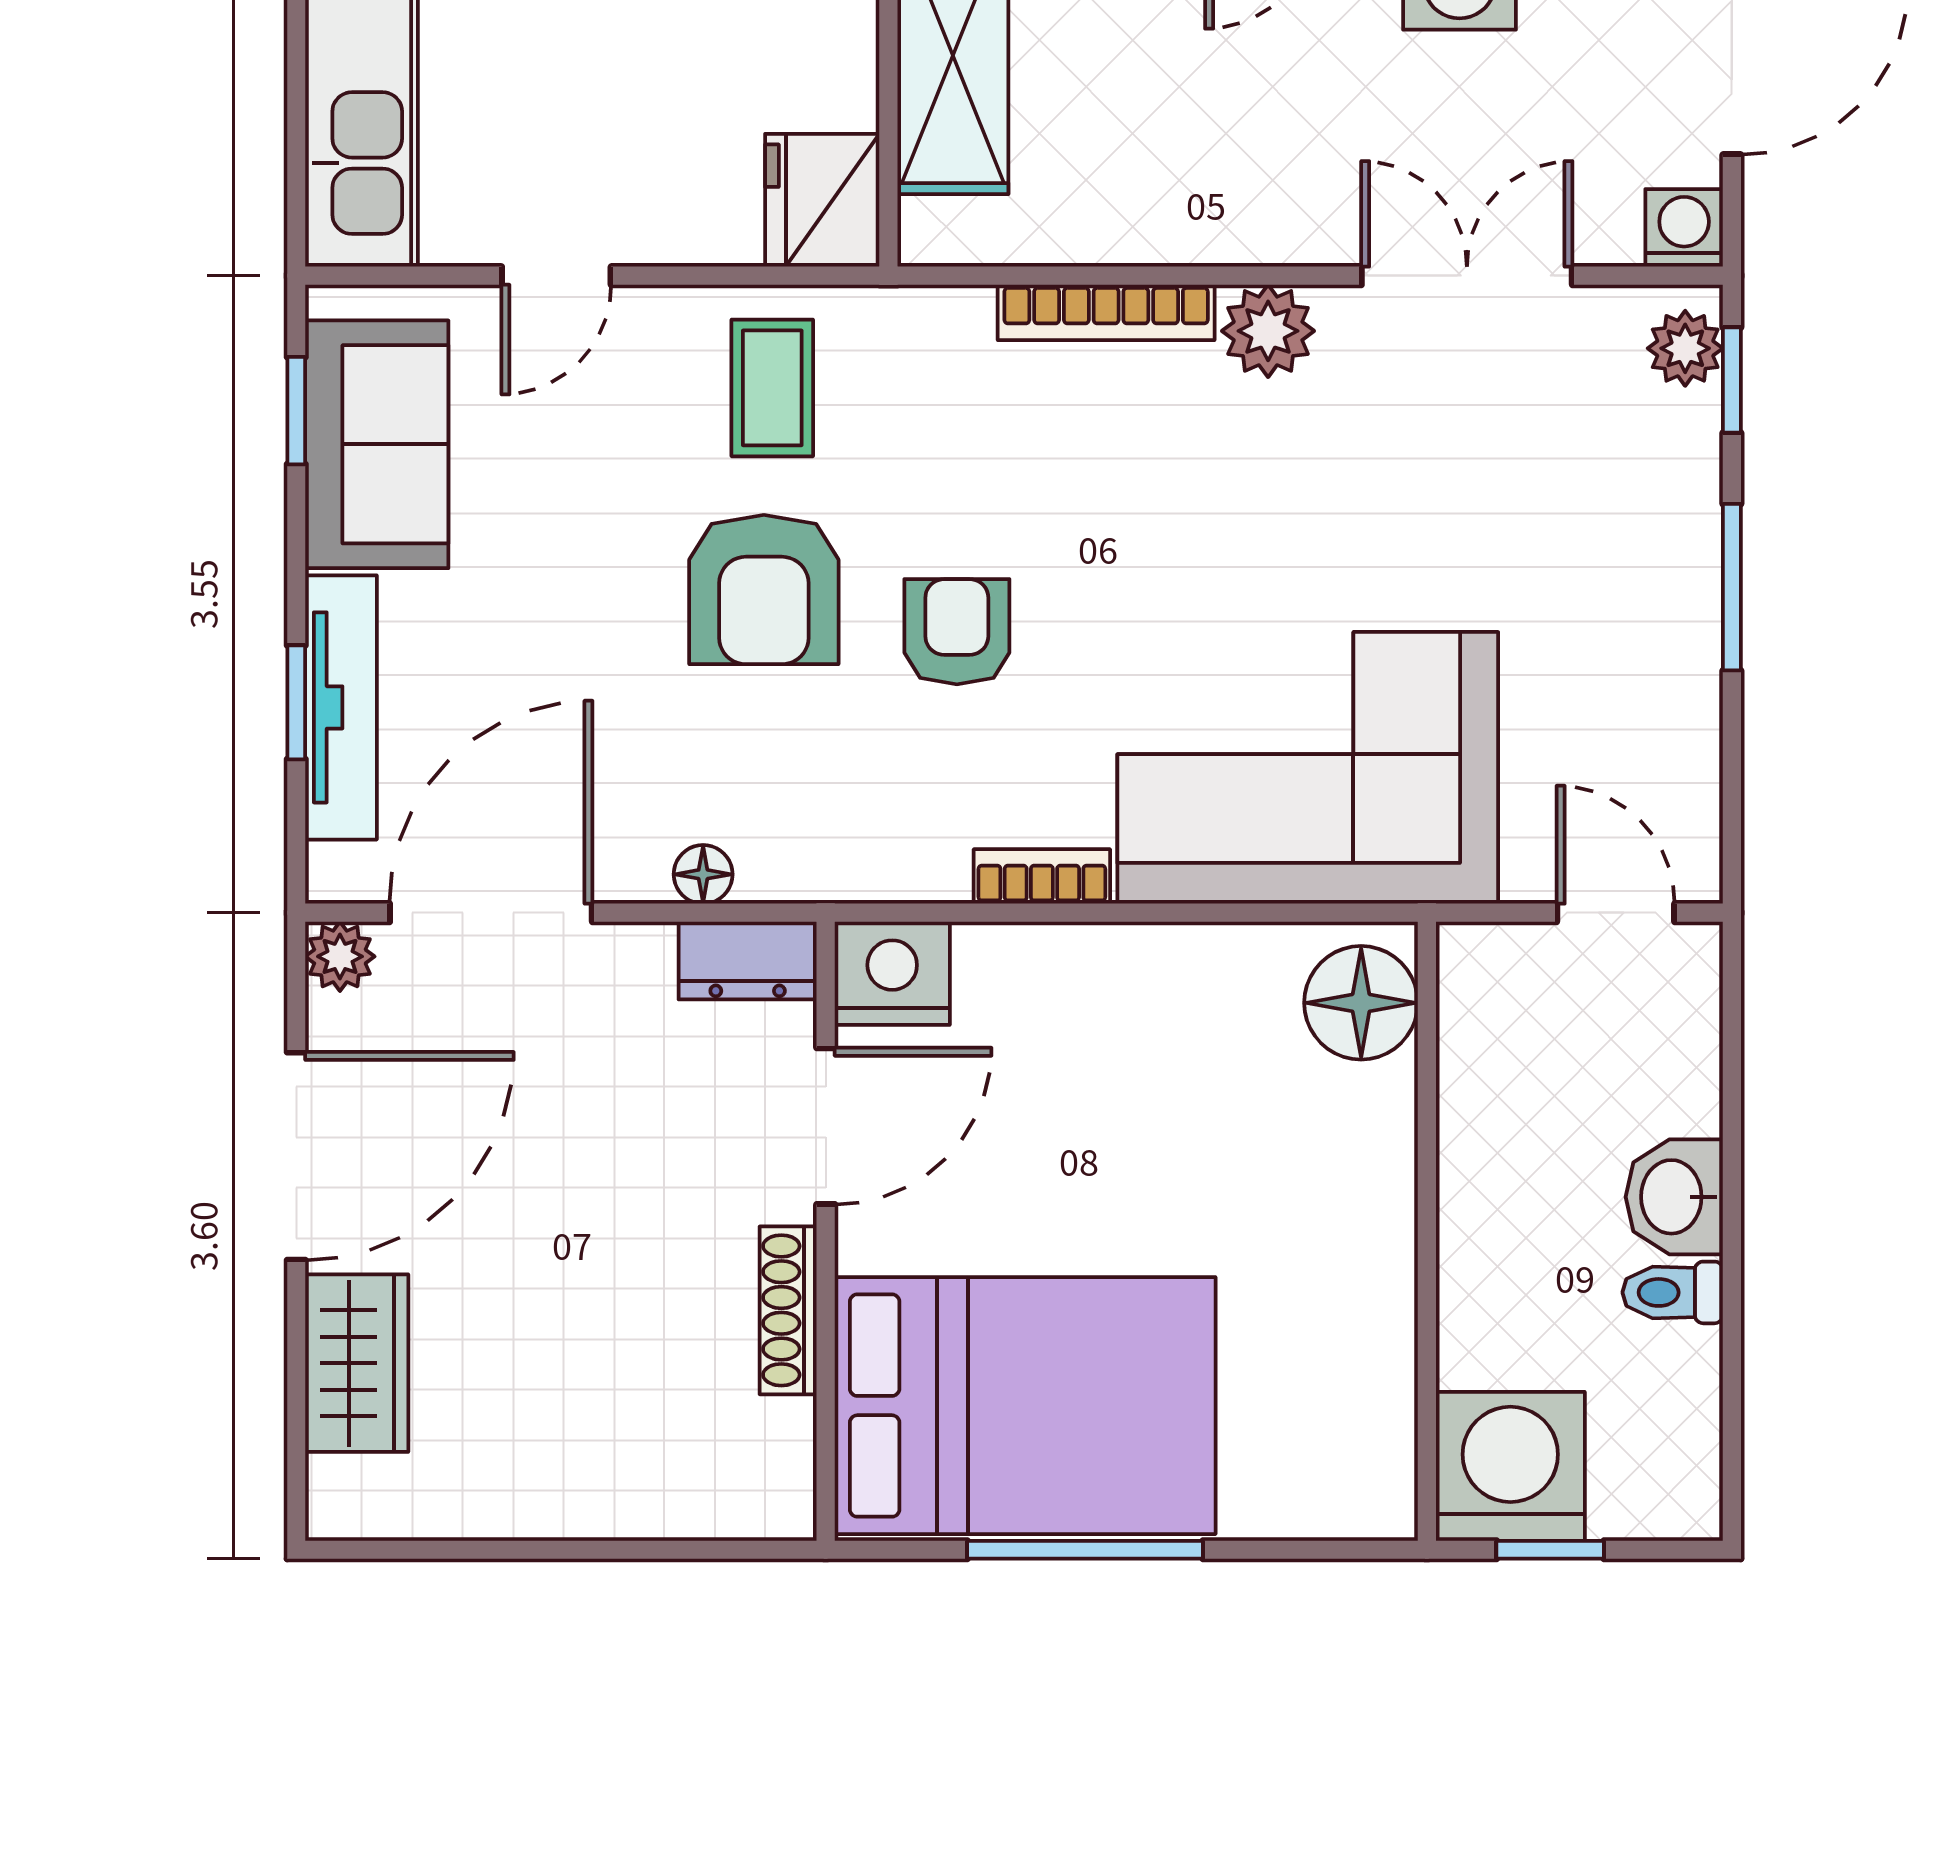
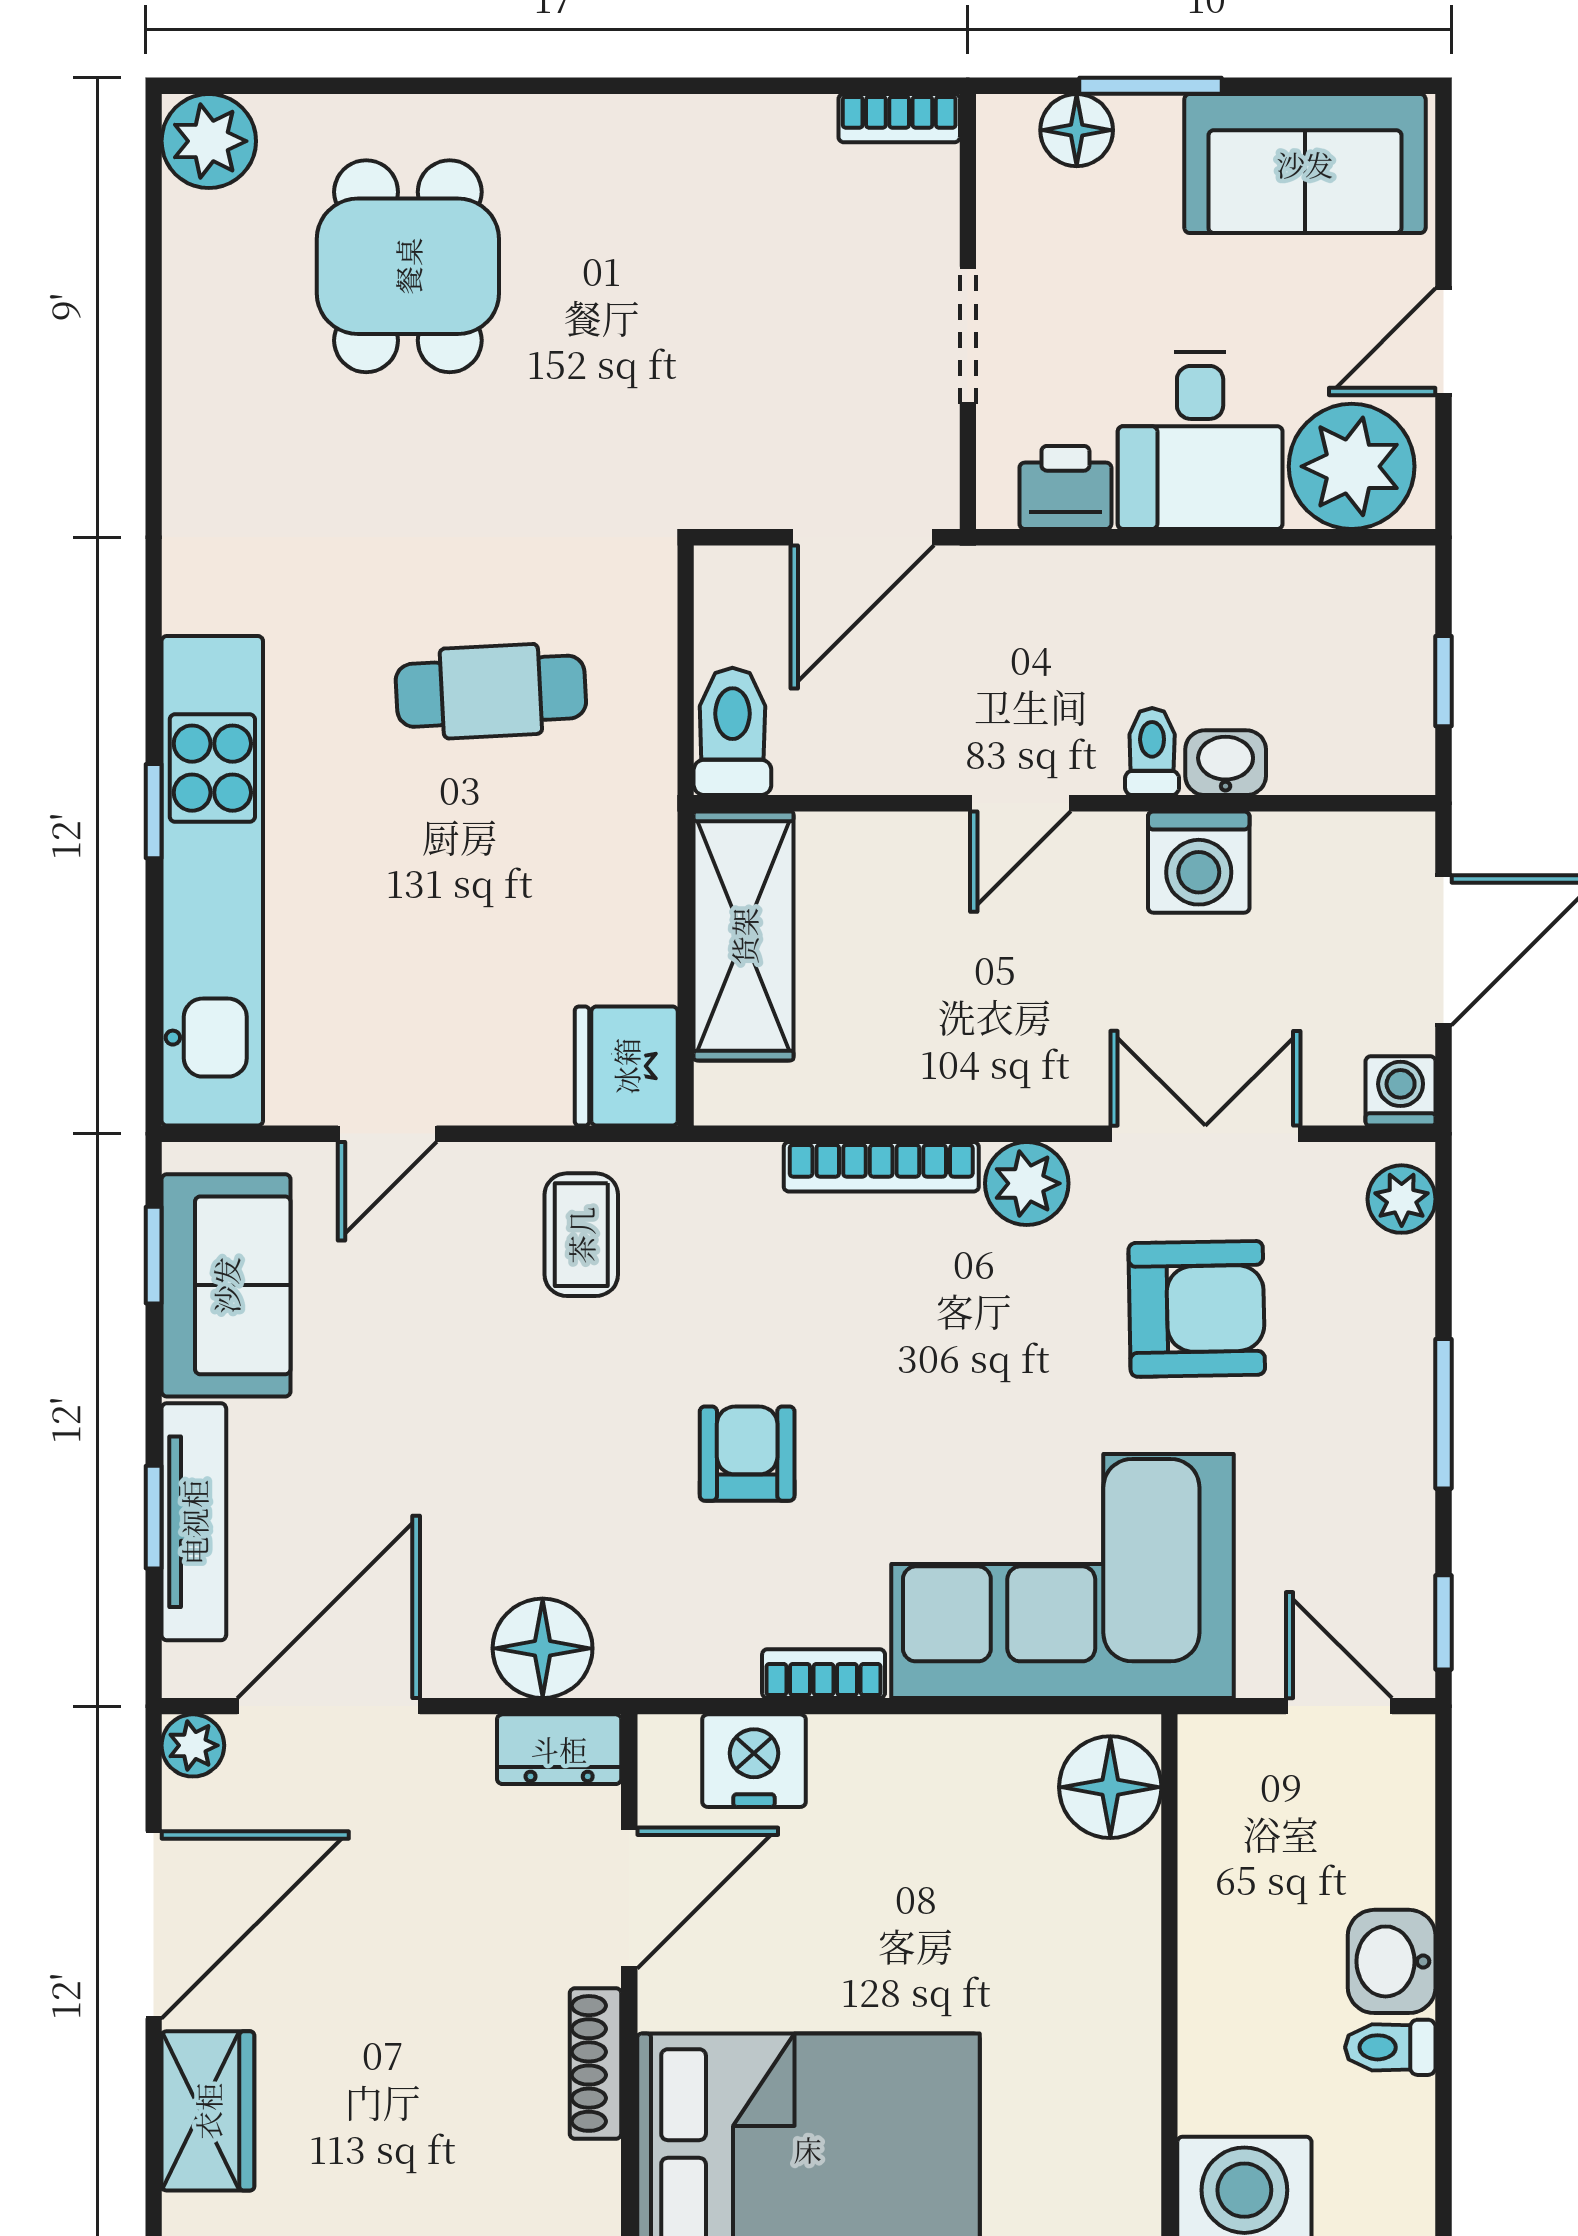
window: (1732, 380) -> (1443, 1622), moved
armchair: (764, 590) -> (1197, 1309), moved, turned -91
floor lamp: (703, 874) -> (543, 1648), width x1.89, depth x1.89
nightstand: (892, 973) -> (754, 1761), moved

